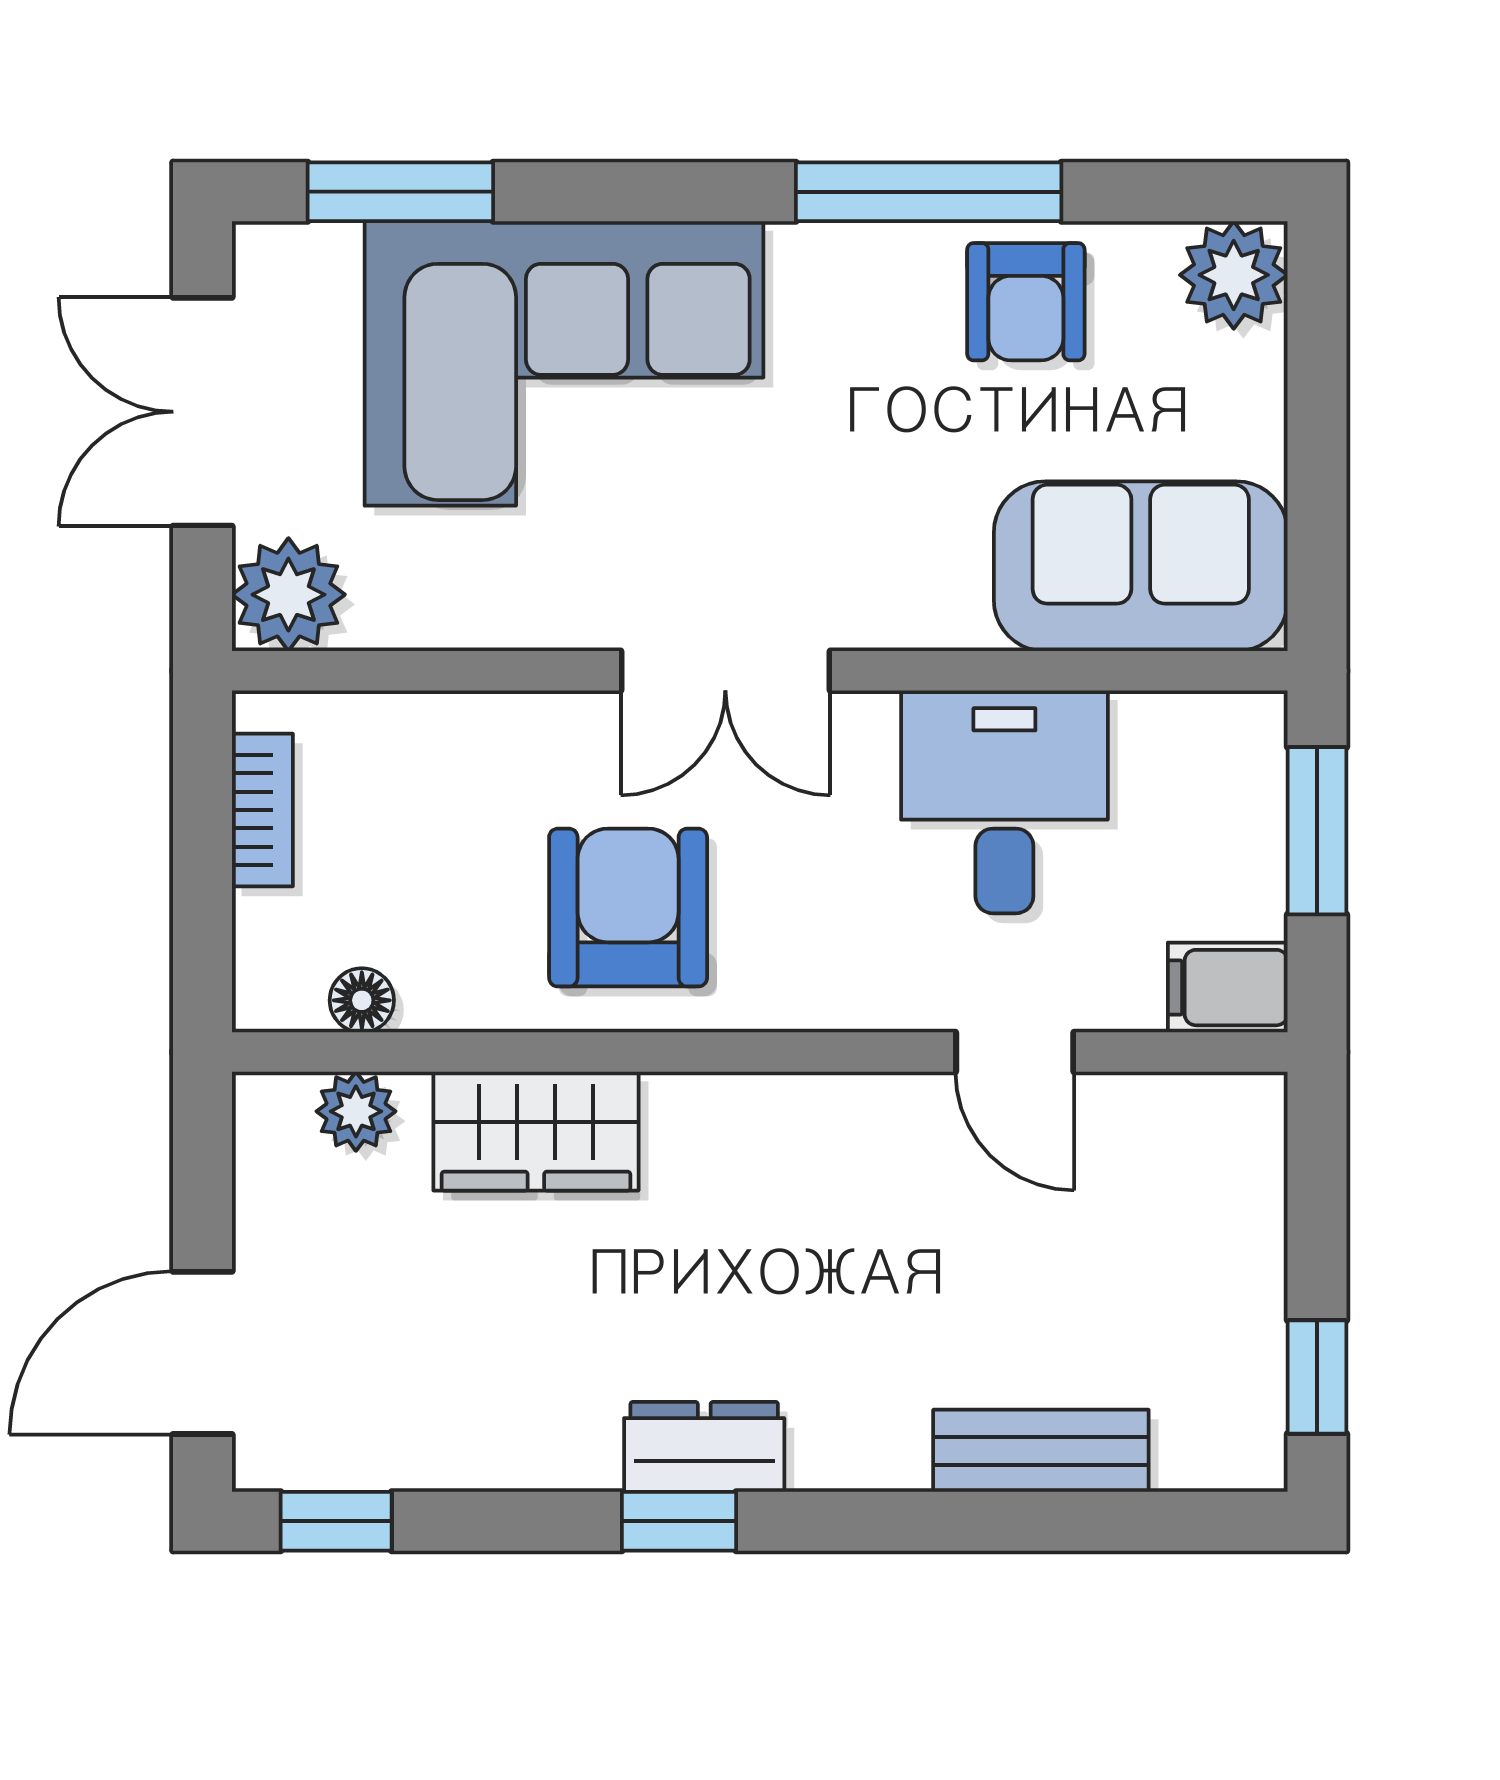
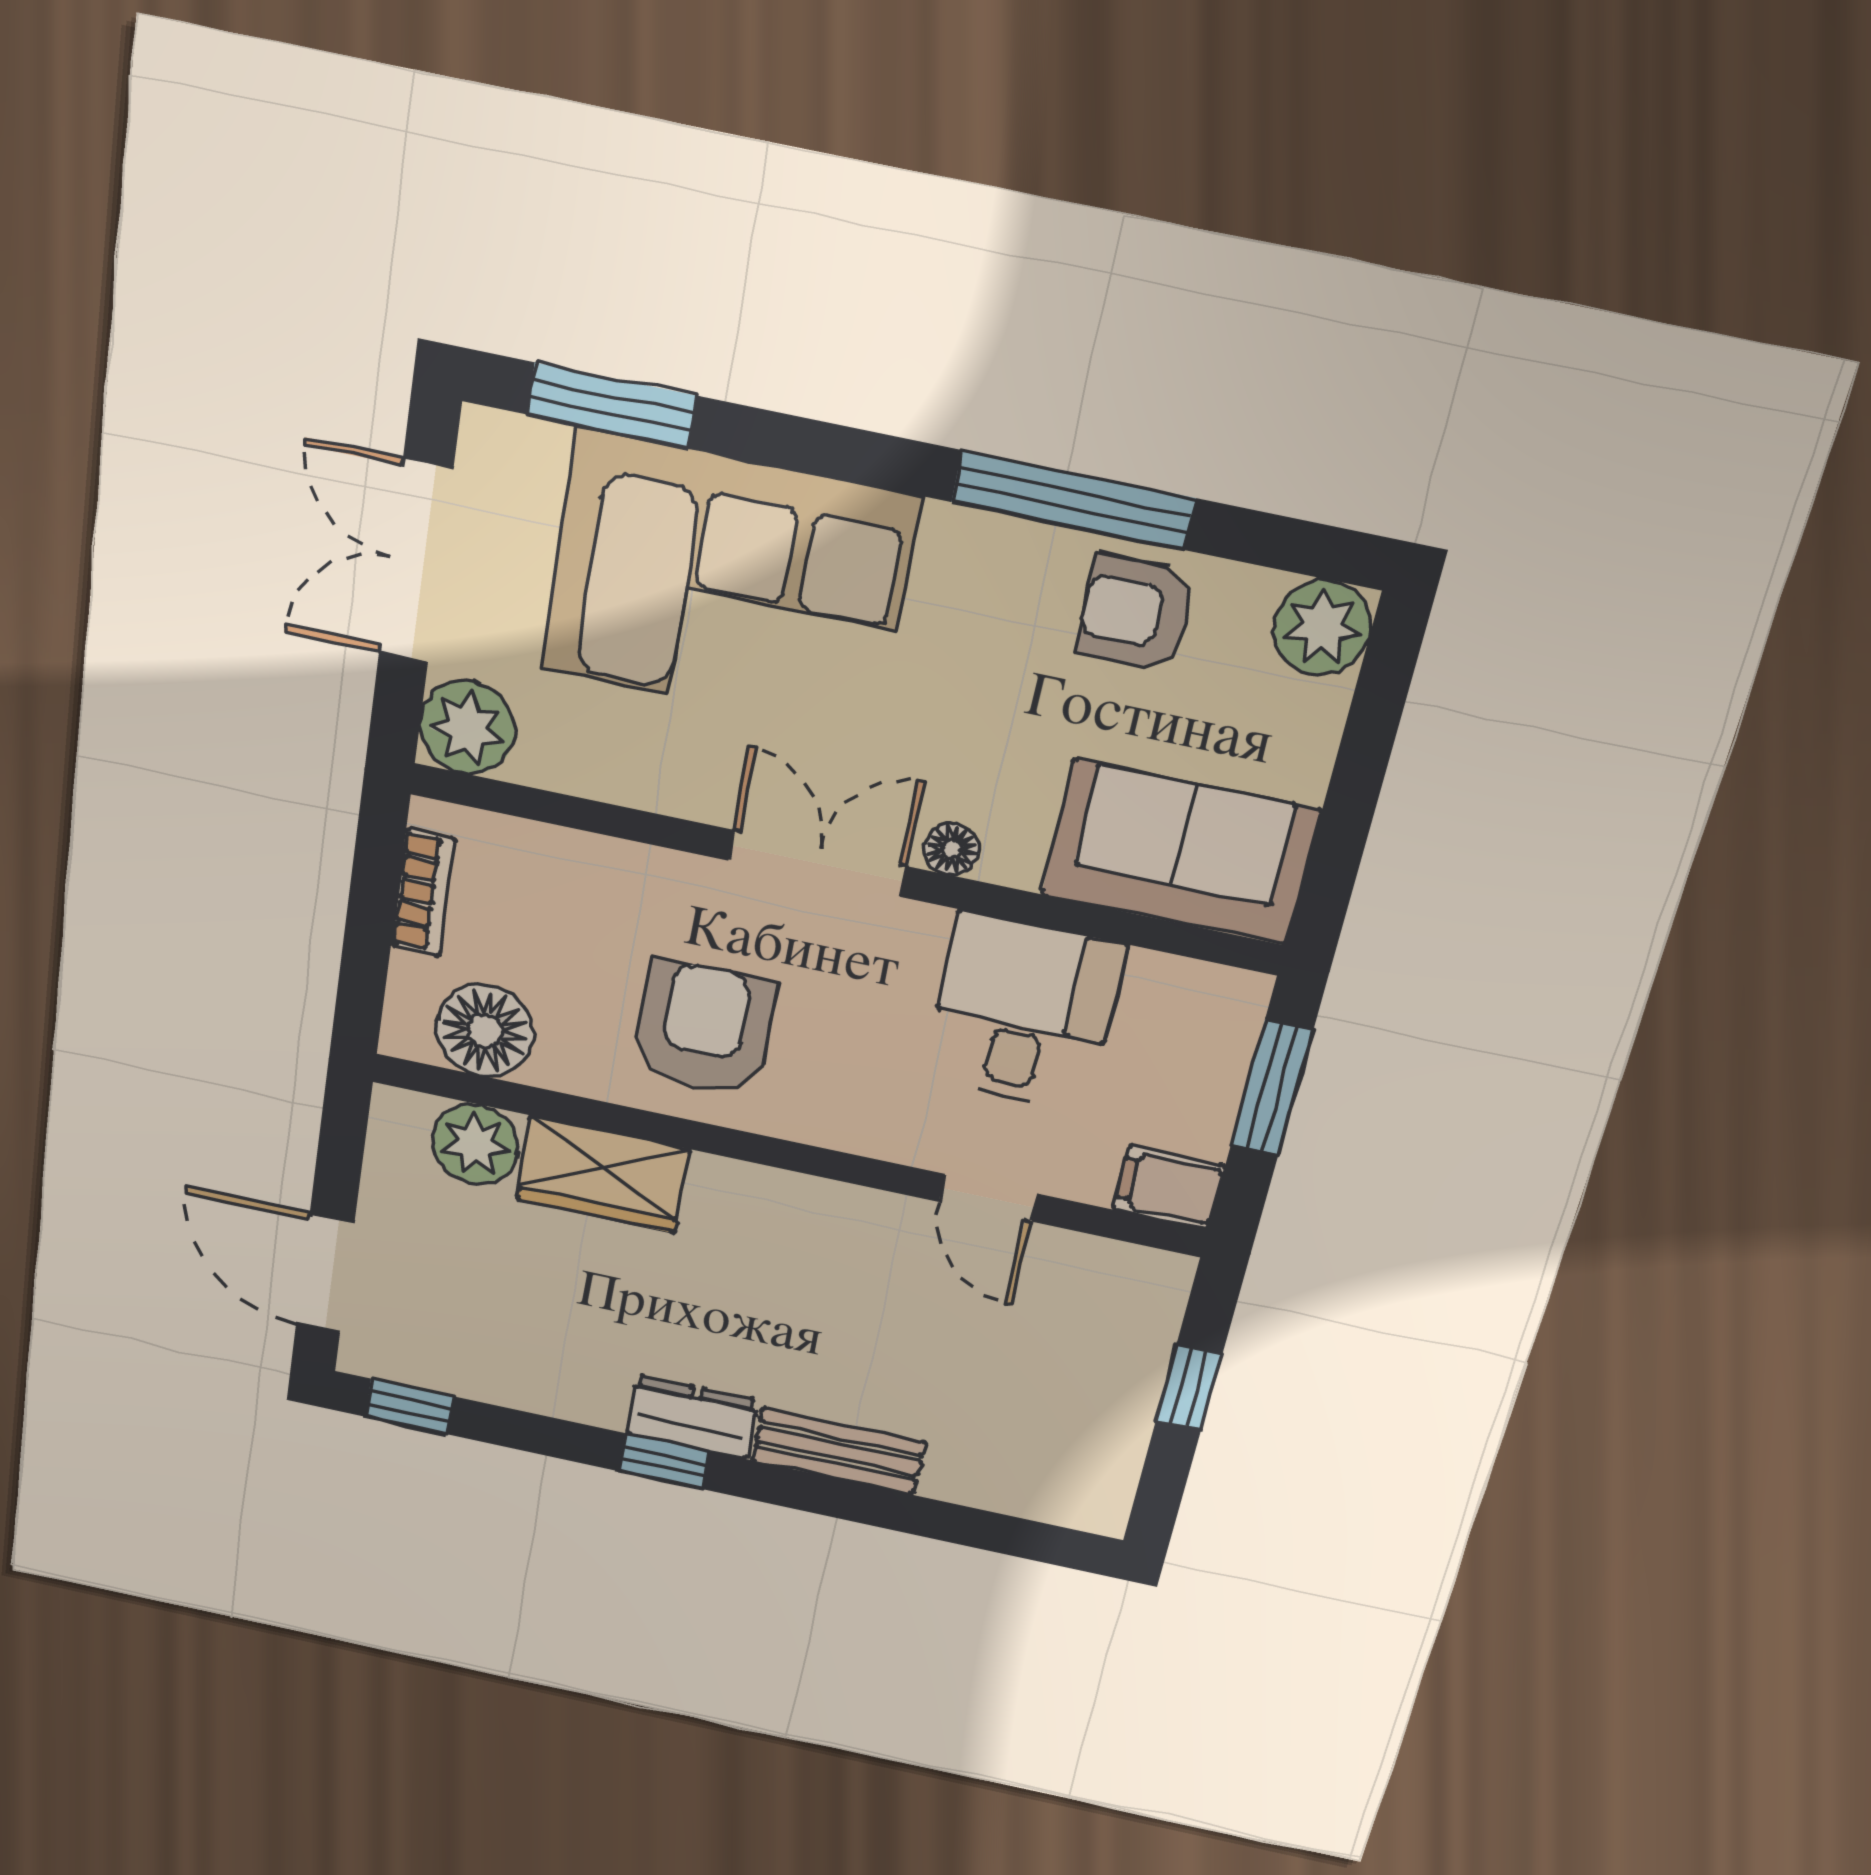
armchair: (1026, 302) -> (1136, 613), turned 90
floor lamp: (879, 619) -> (952, 849), added
double door: (725, 671) -> (817, 863), swing flipped
floor lamp: (362, 1000) -> (485, 1031), width x1.89, depth x1.89
plant: (356, 1111) -> (475, 1144), width x1.38, depth x1.38
door: (202, 1353) -> (325, 1274), hinge flipped
window: (1317, 1377) -> (1189, 1388), moved
bench: (1041, 1451) -> (838, 1451), moved

